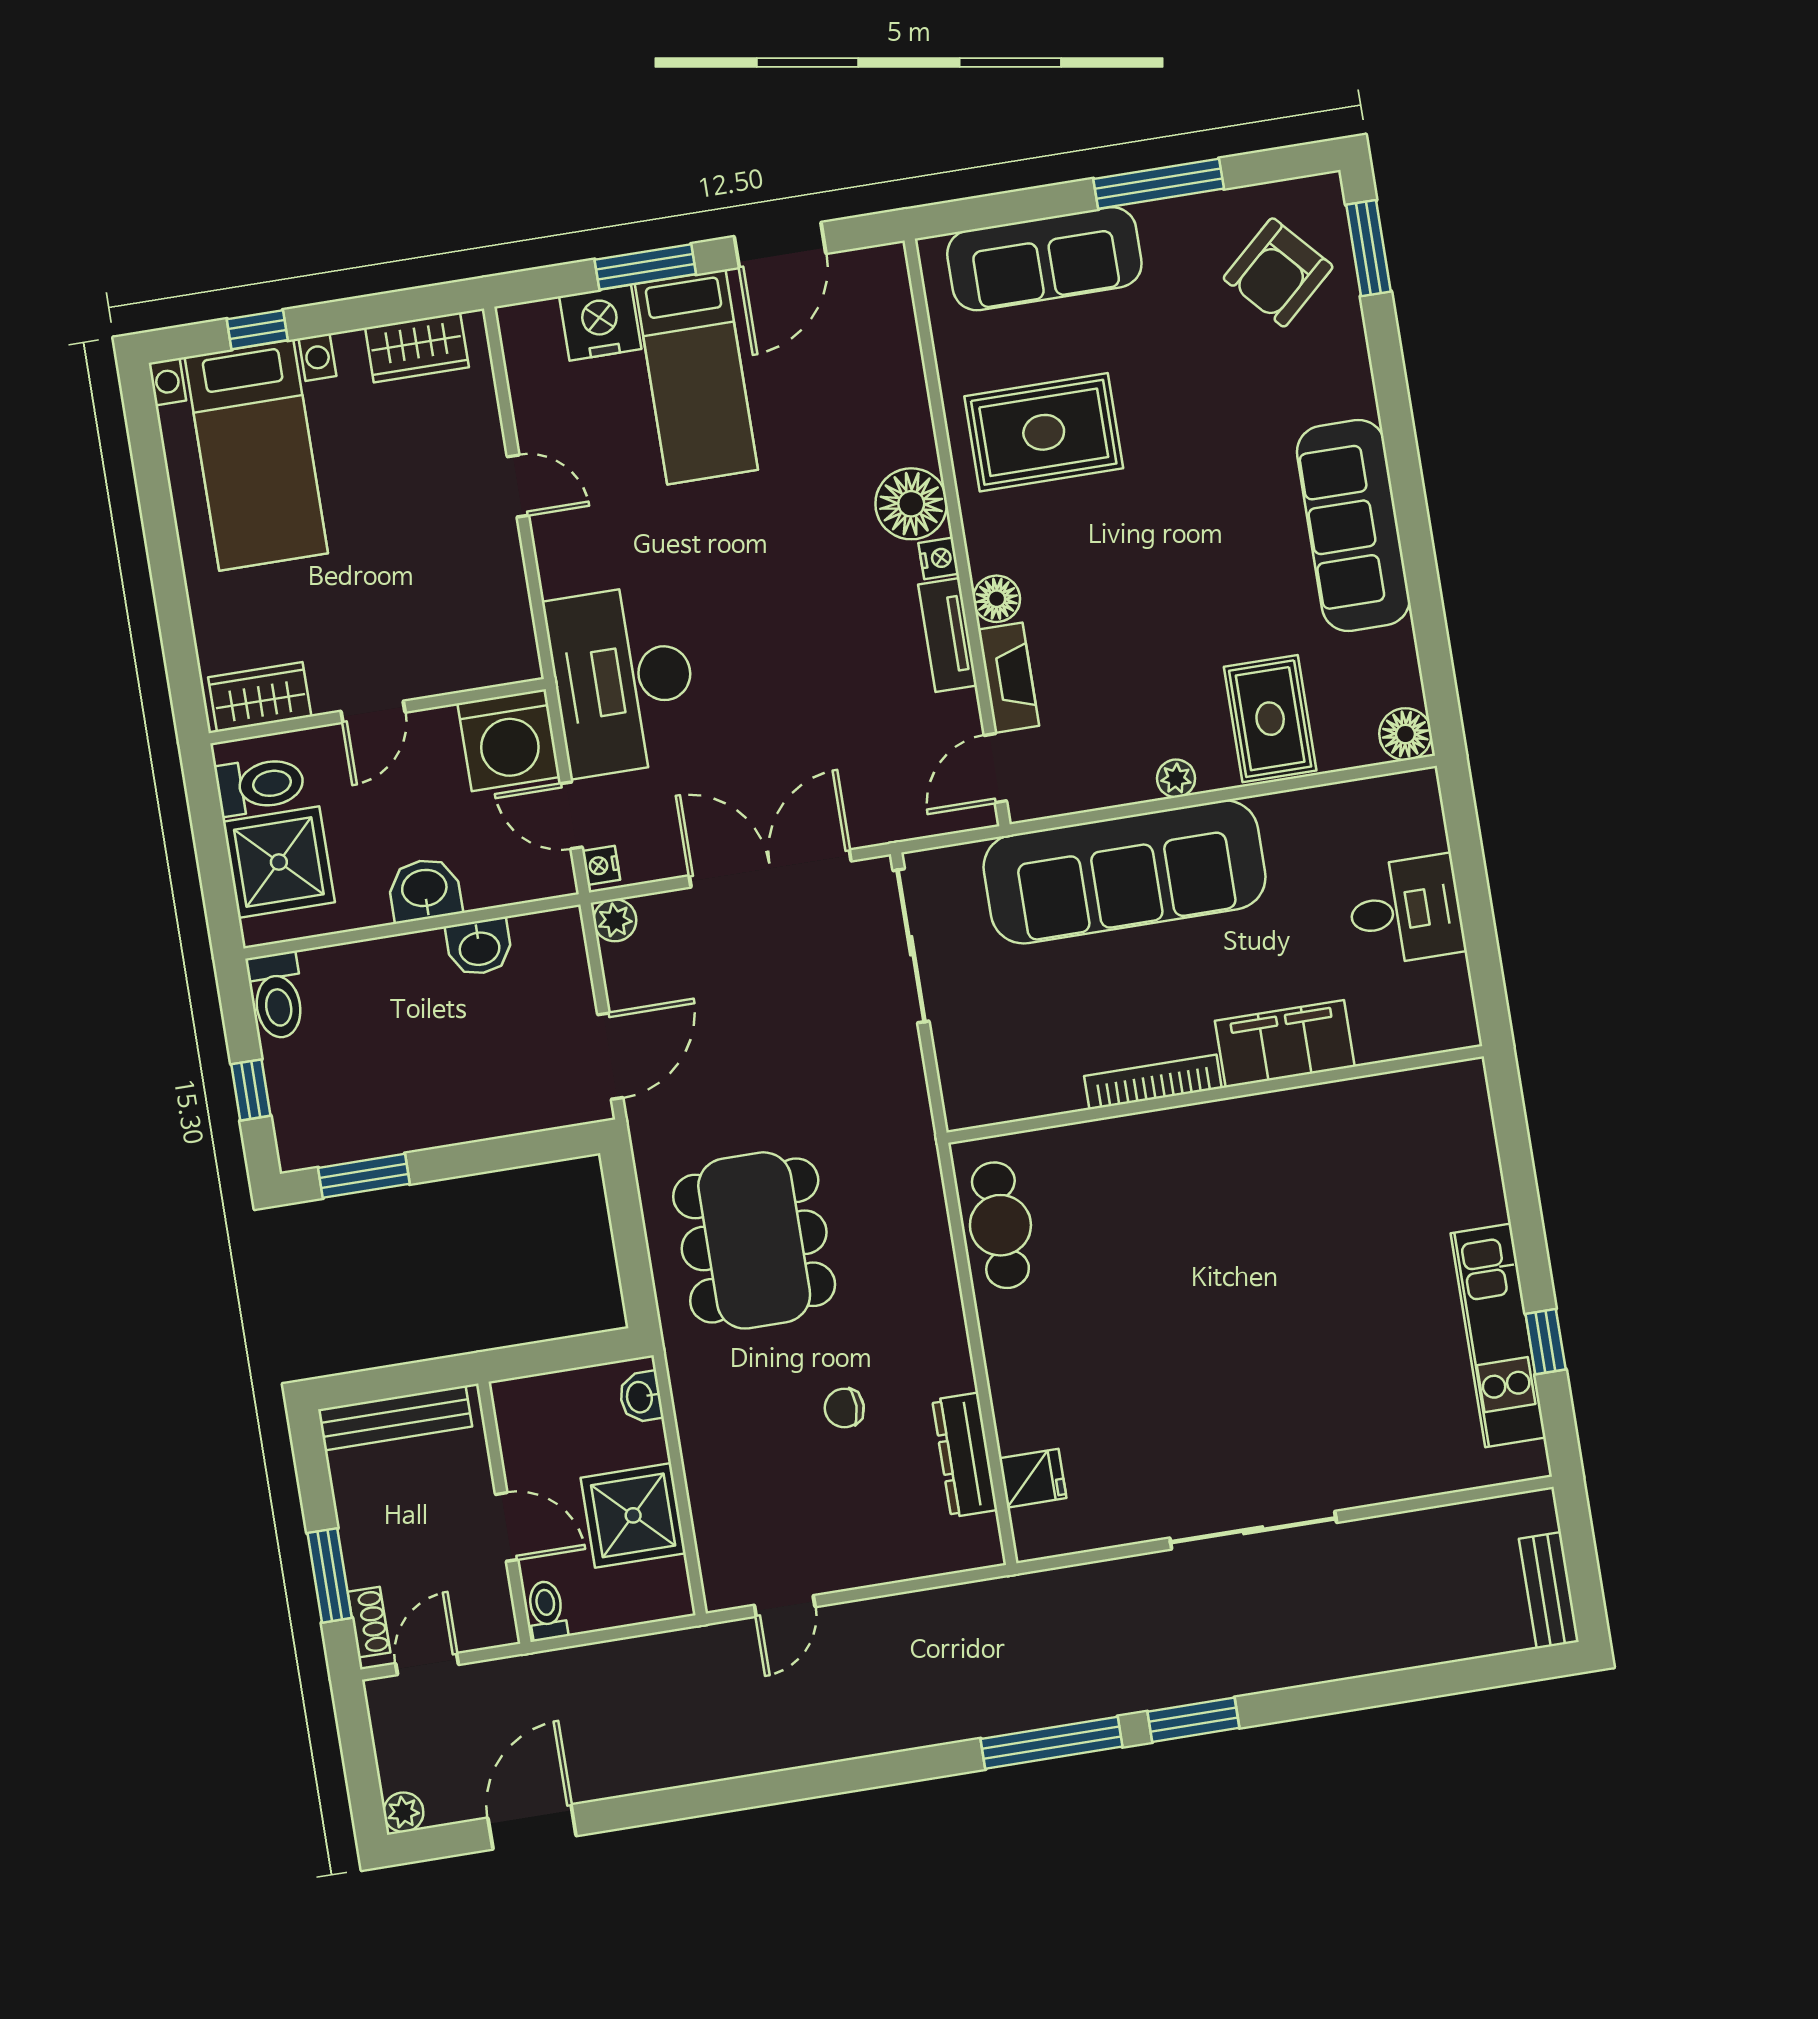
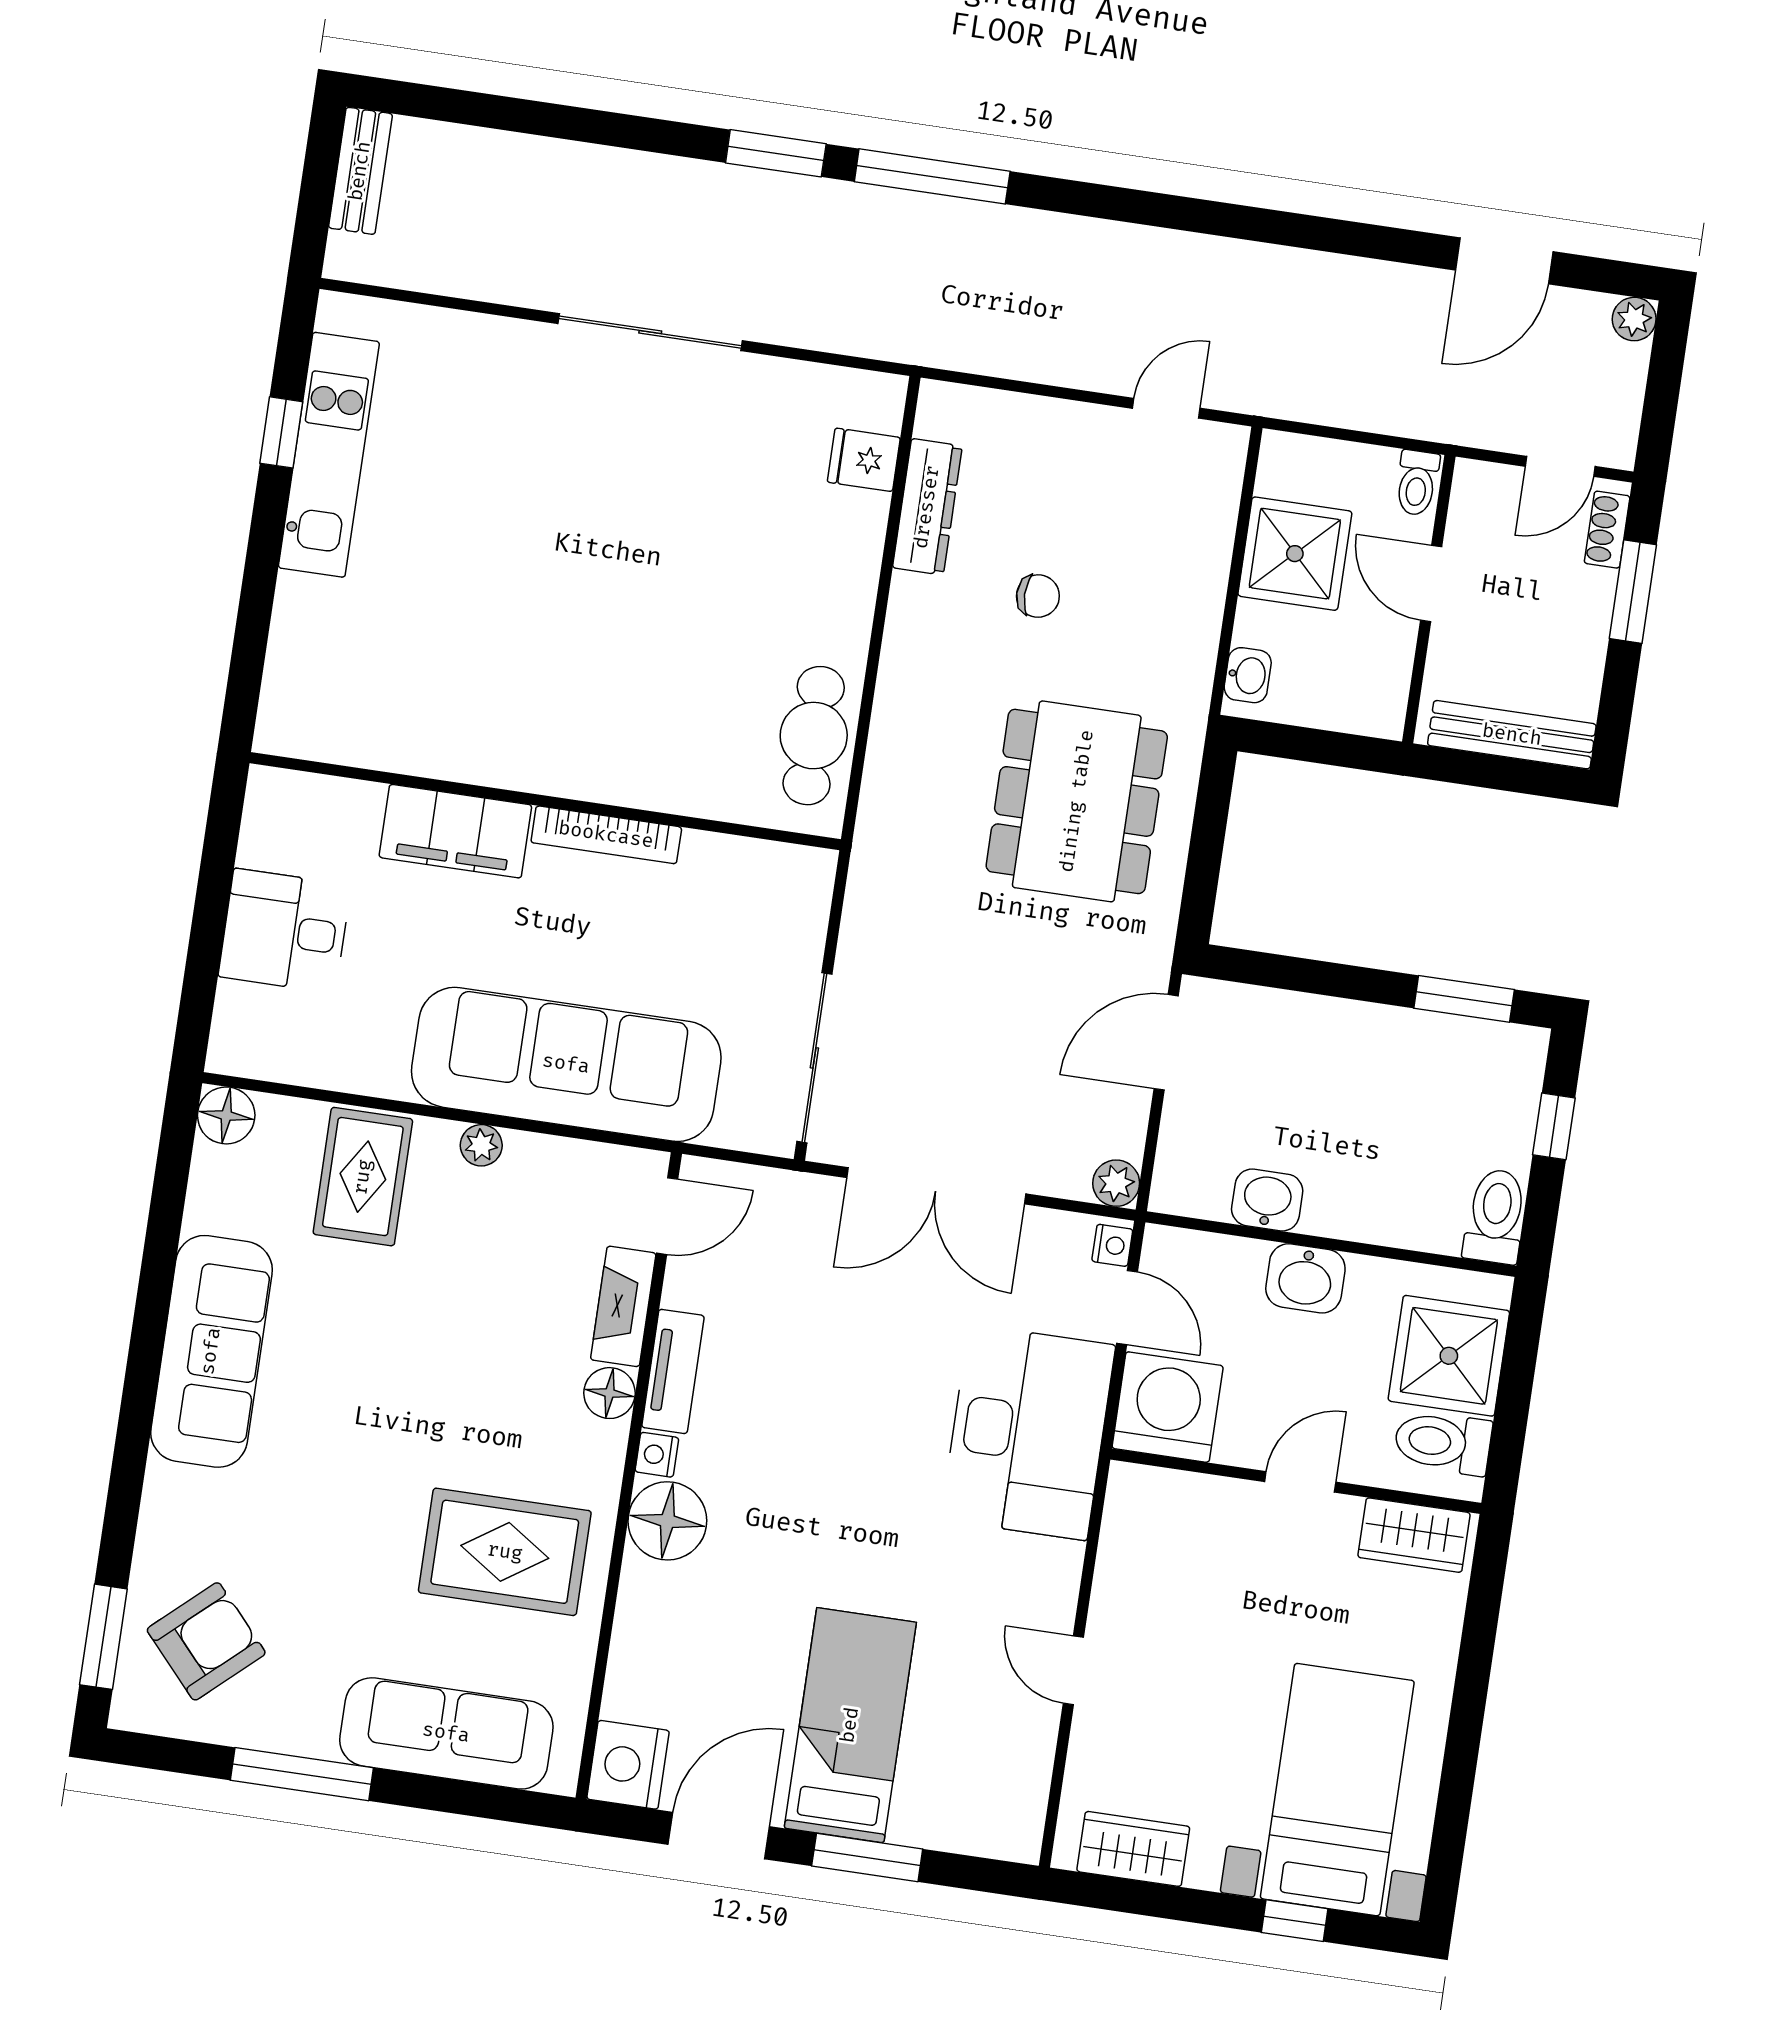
nightstand: (600, 323) -> (628, 1765), moved, turned 90

